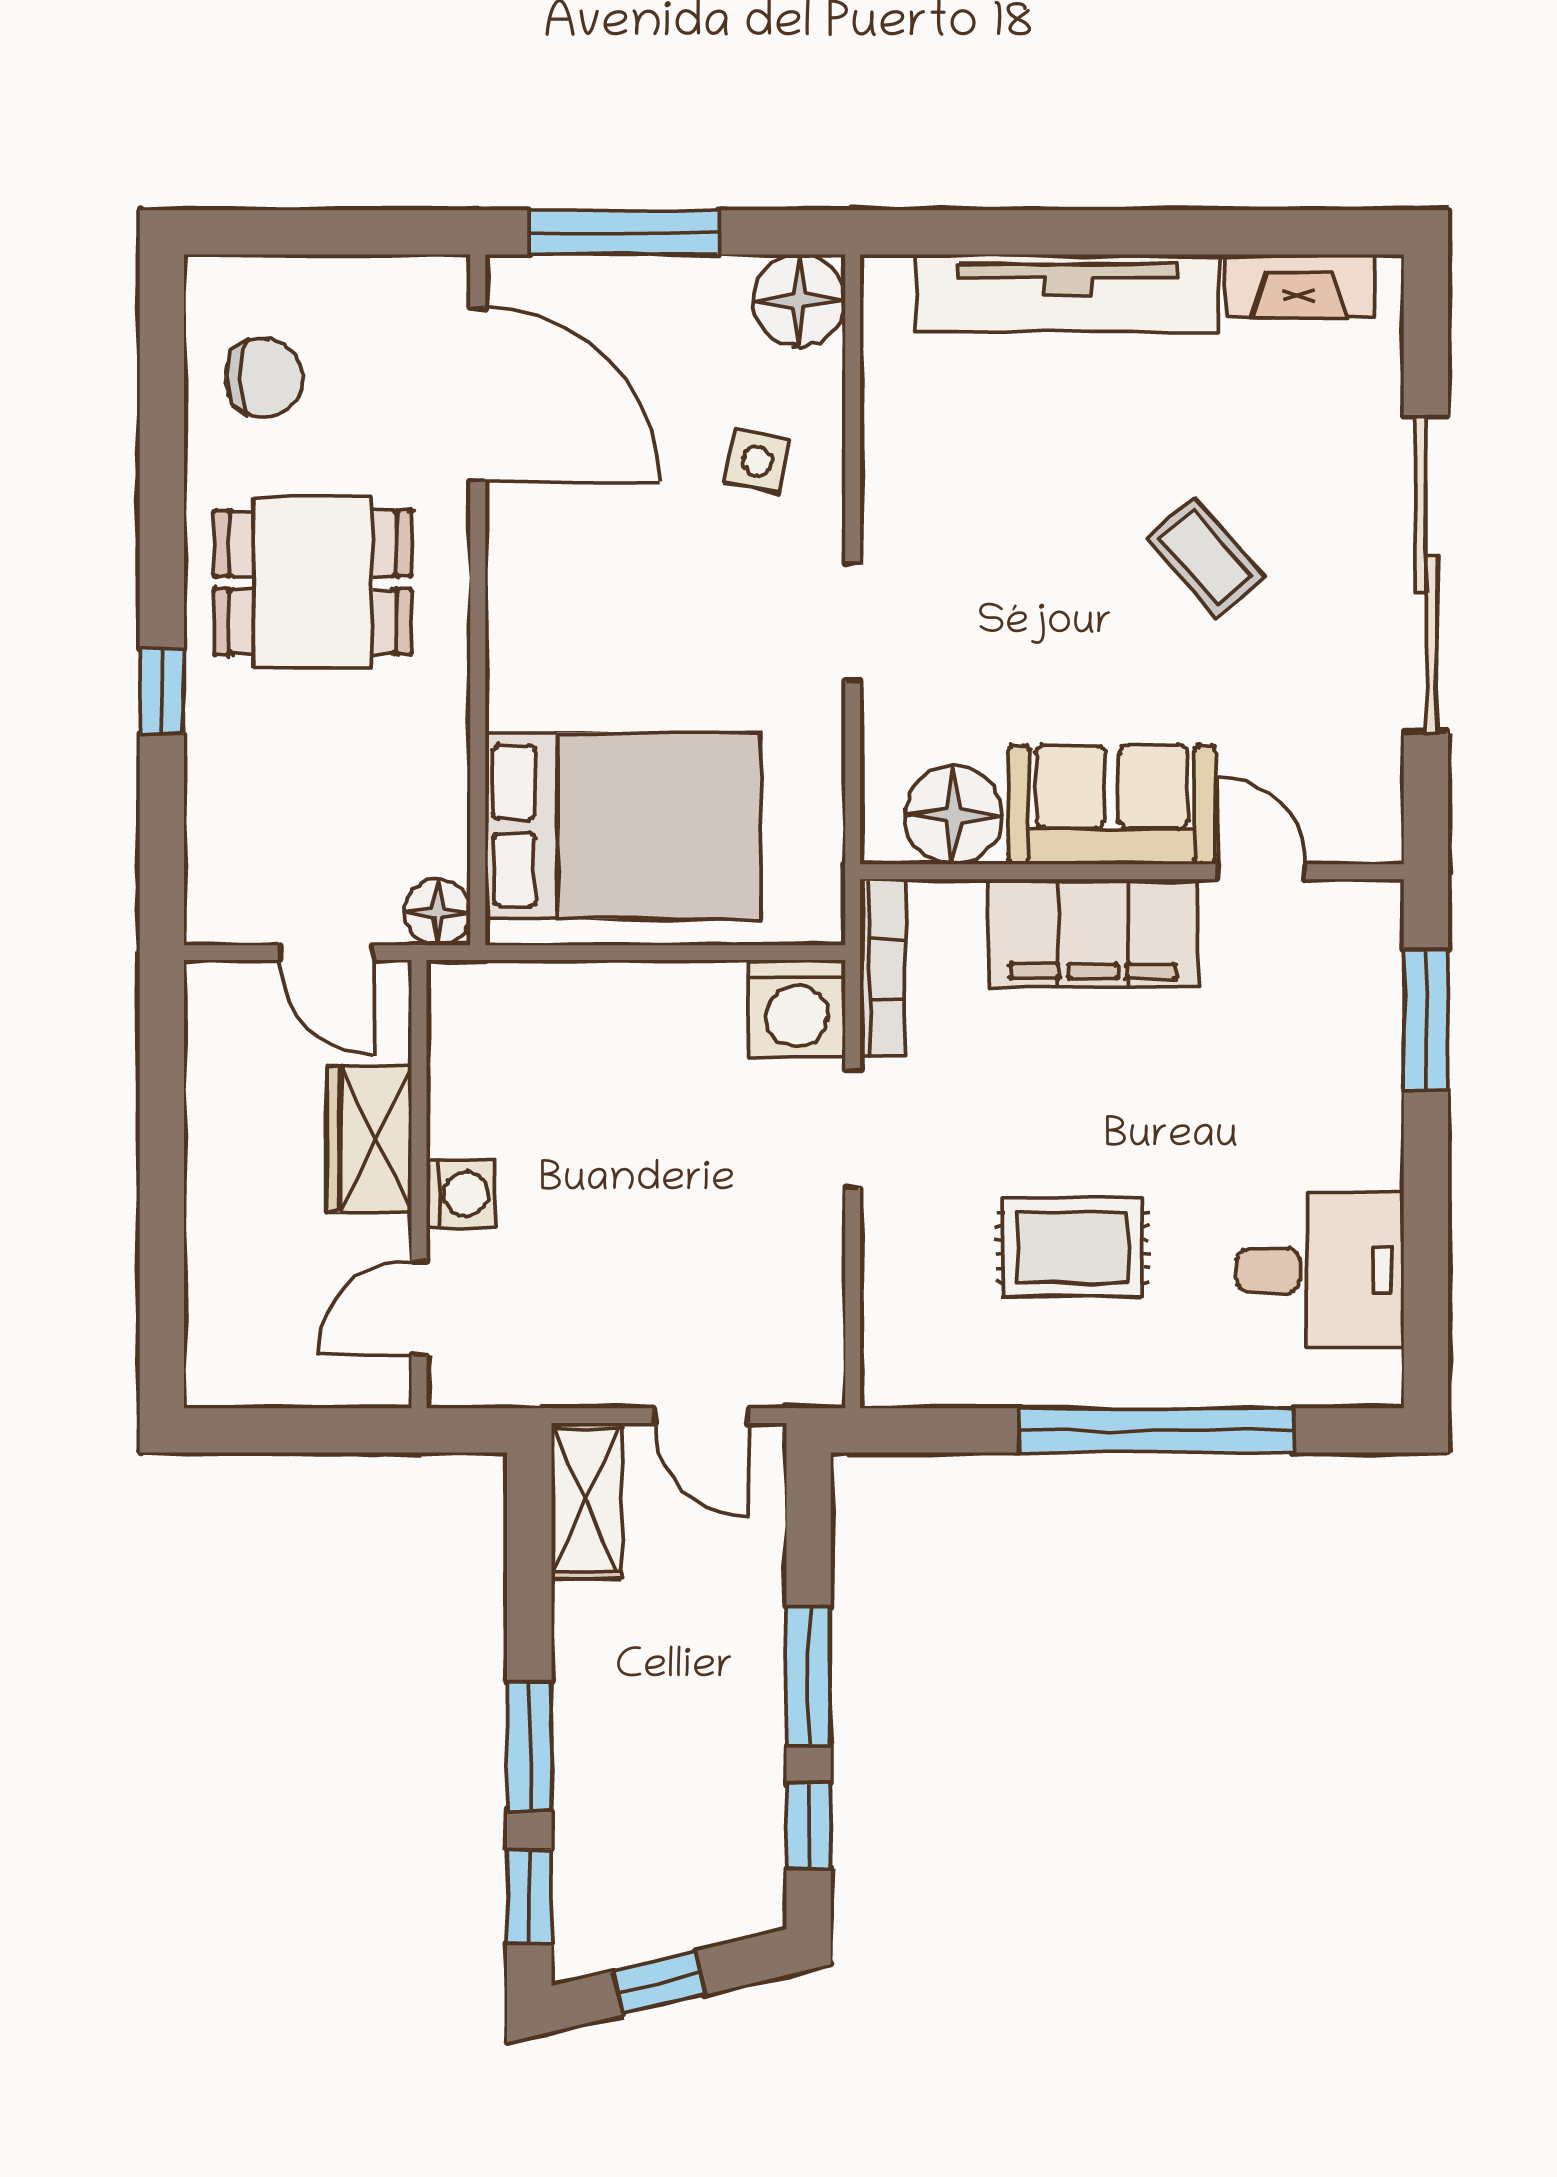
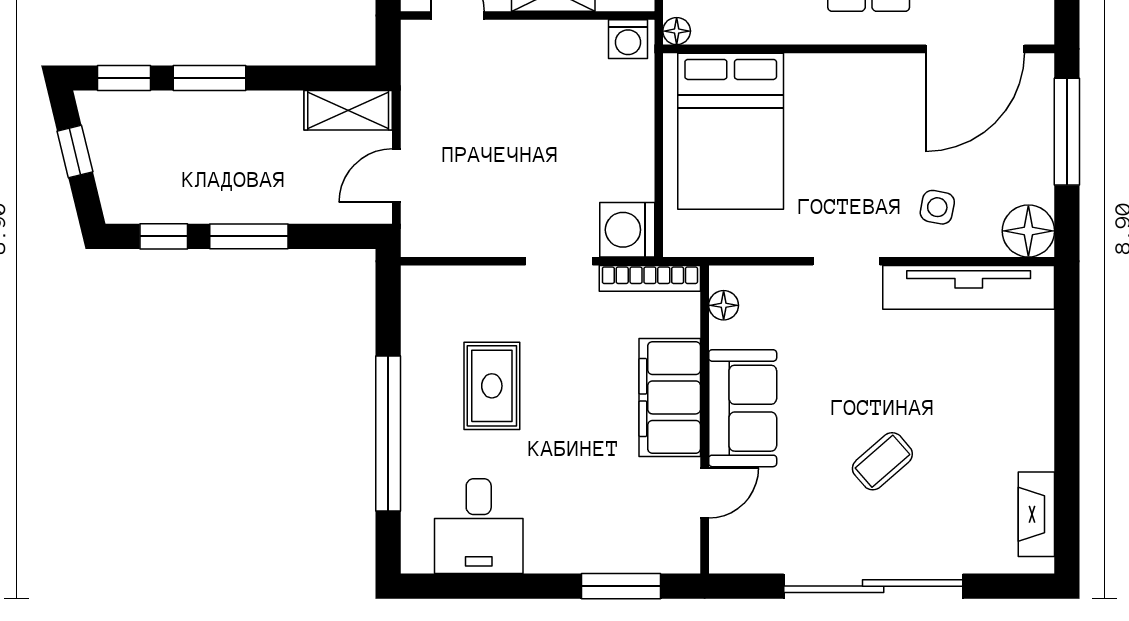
tv unit: (1067, 293) -> (969, 287), moved, turned -90
floor lamp: (953, 815) -> (724, 305), width x0.53, depth x0.53
floor lamp: (437, 912) -> (677, 31), width x0.73, depth x0.73
washing machine: (461, 1194) -> (628, 39), moved

